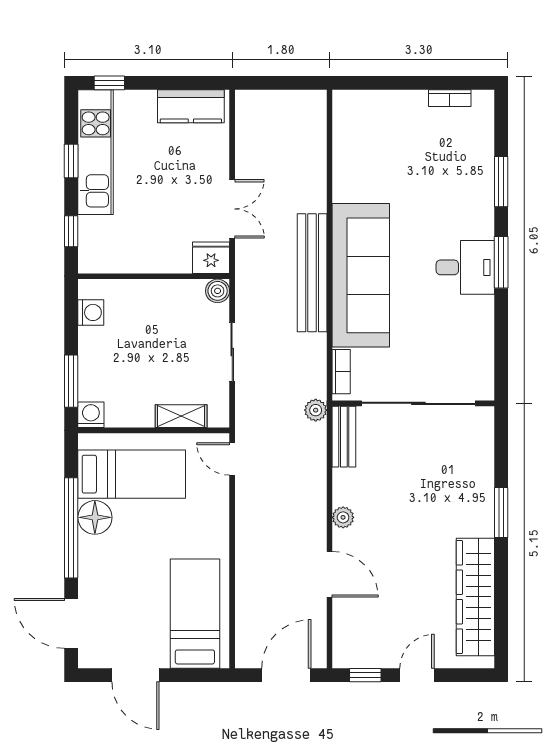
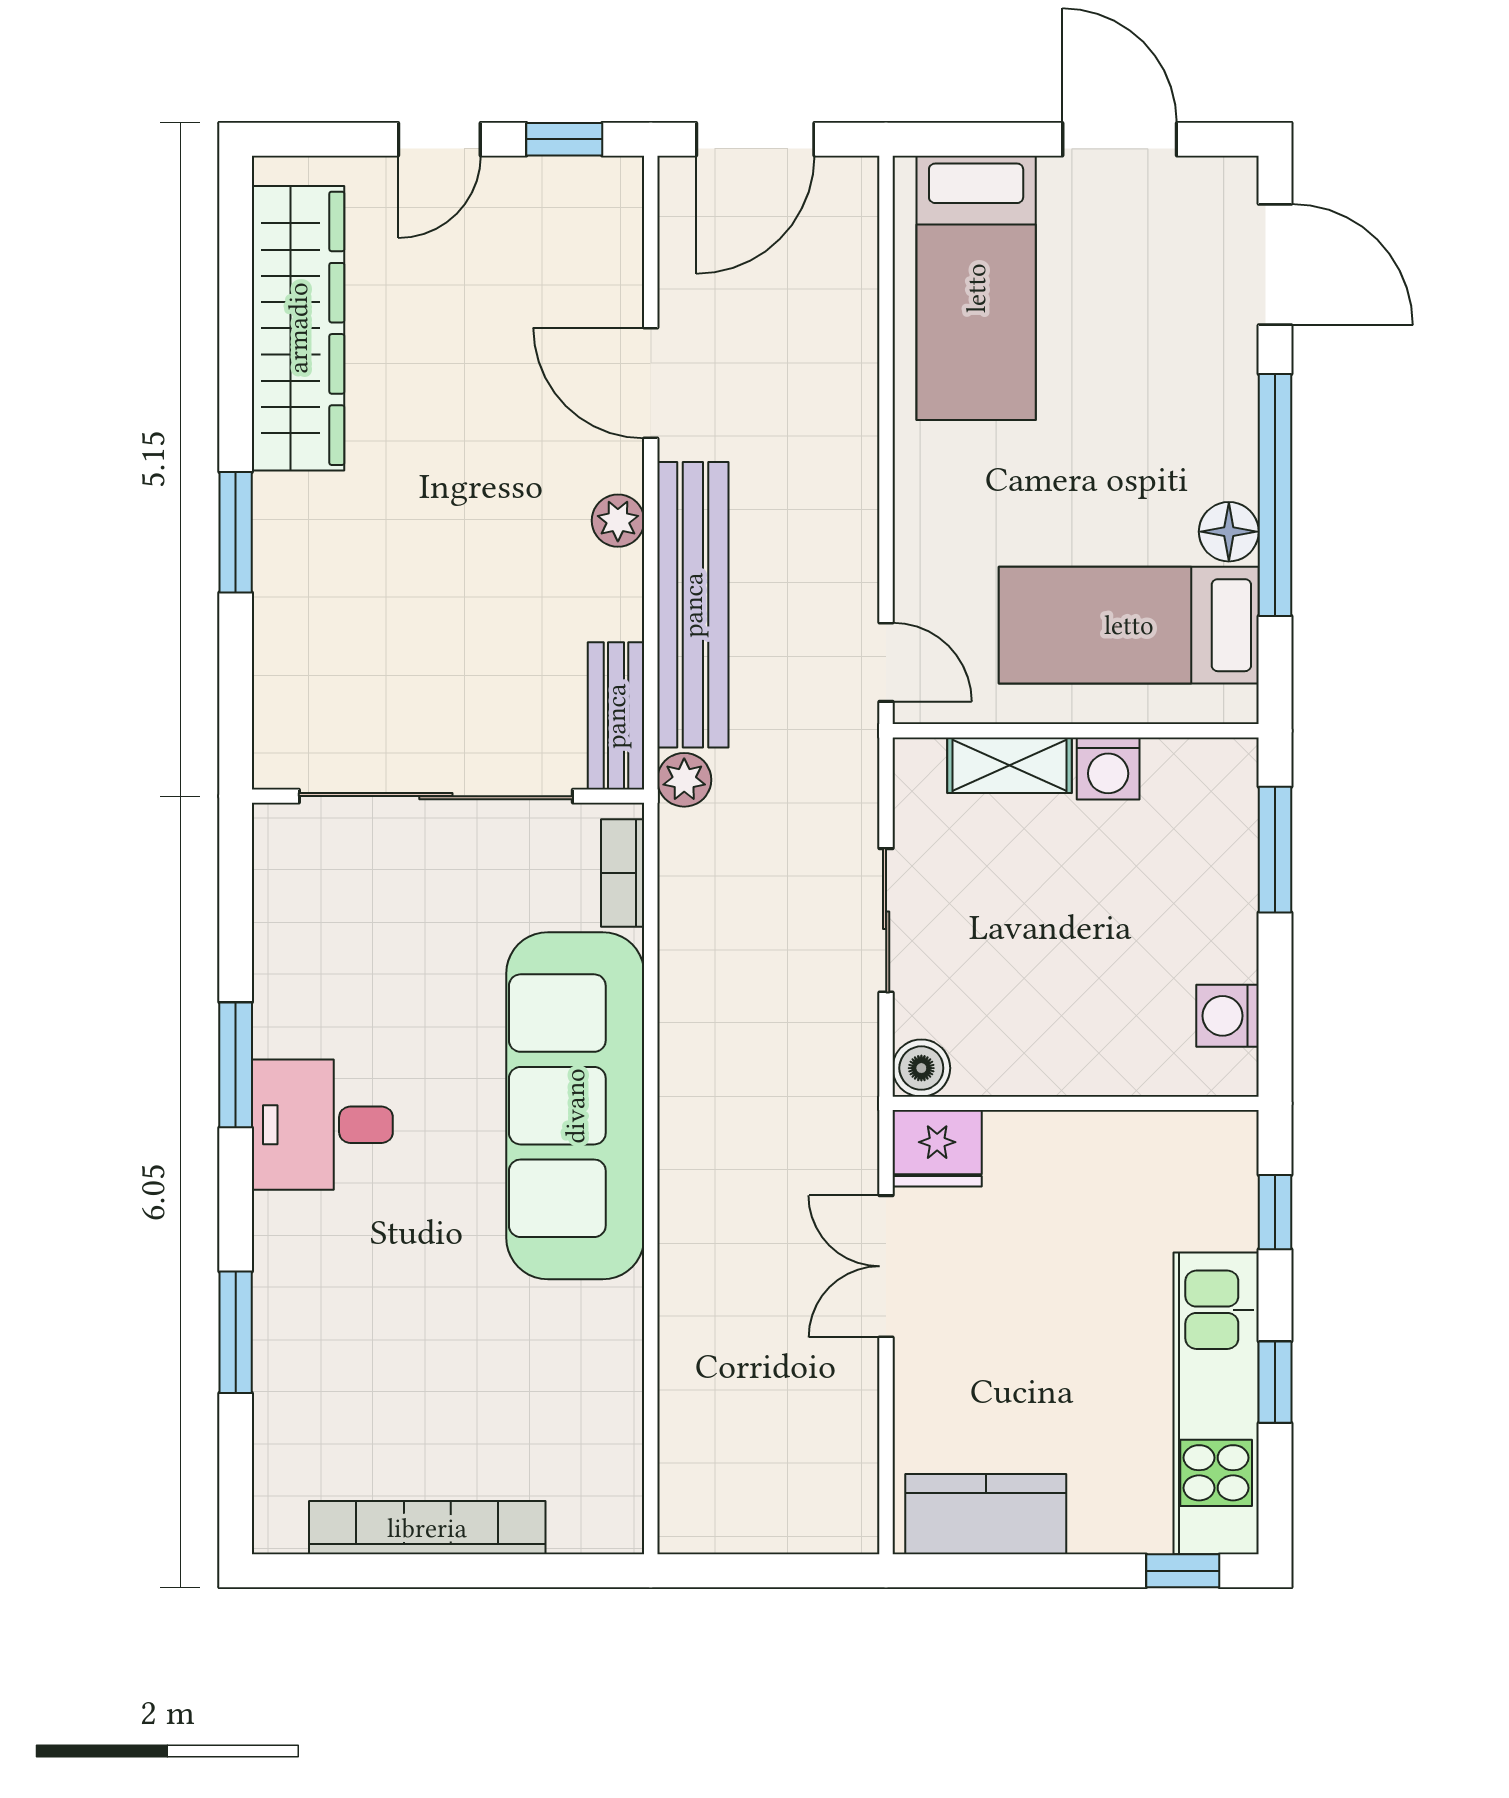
bookcase: (450, 98) -> (427, 1528), width x2.31, depth x1.31
window: (501, 262) -> (236, 1065), moved
bench: (312, 273) -> (693, 605), moved
washing machine: (91, 415) -> (1108, 768), moved
floor lamp: (95, 517) -> (1229, 532), width x0.73, depth x0.73

